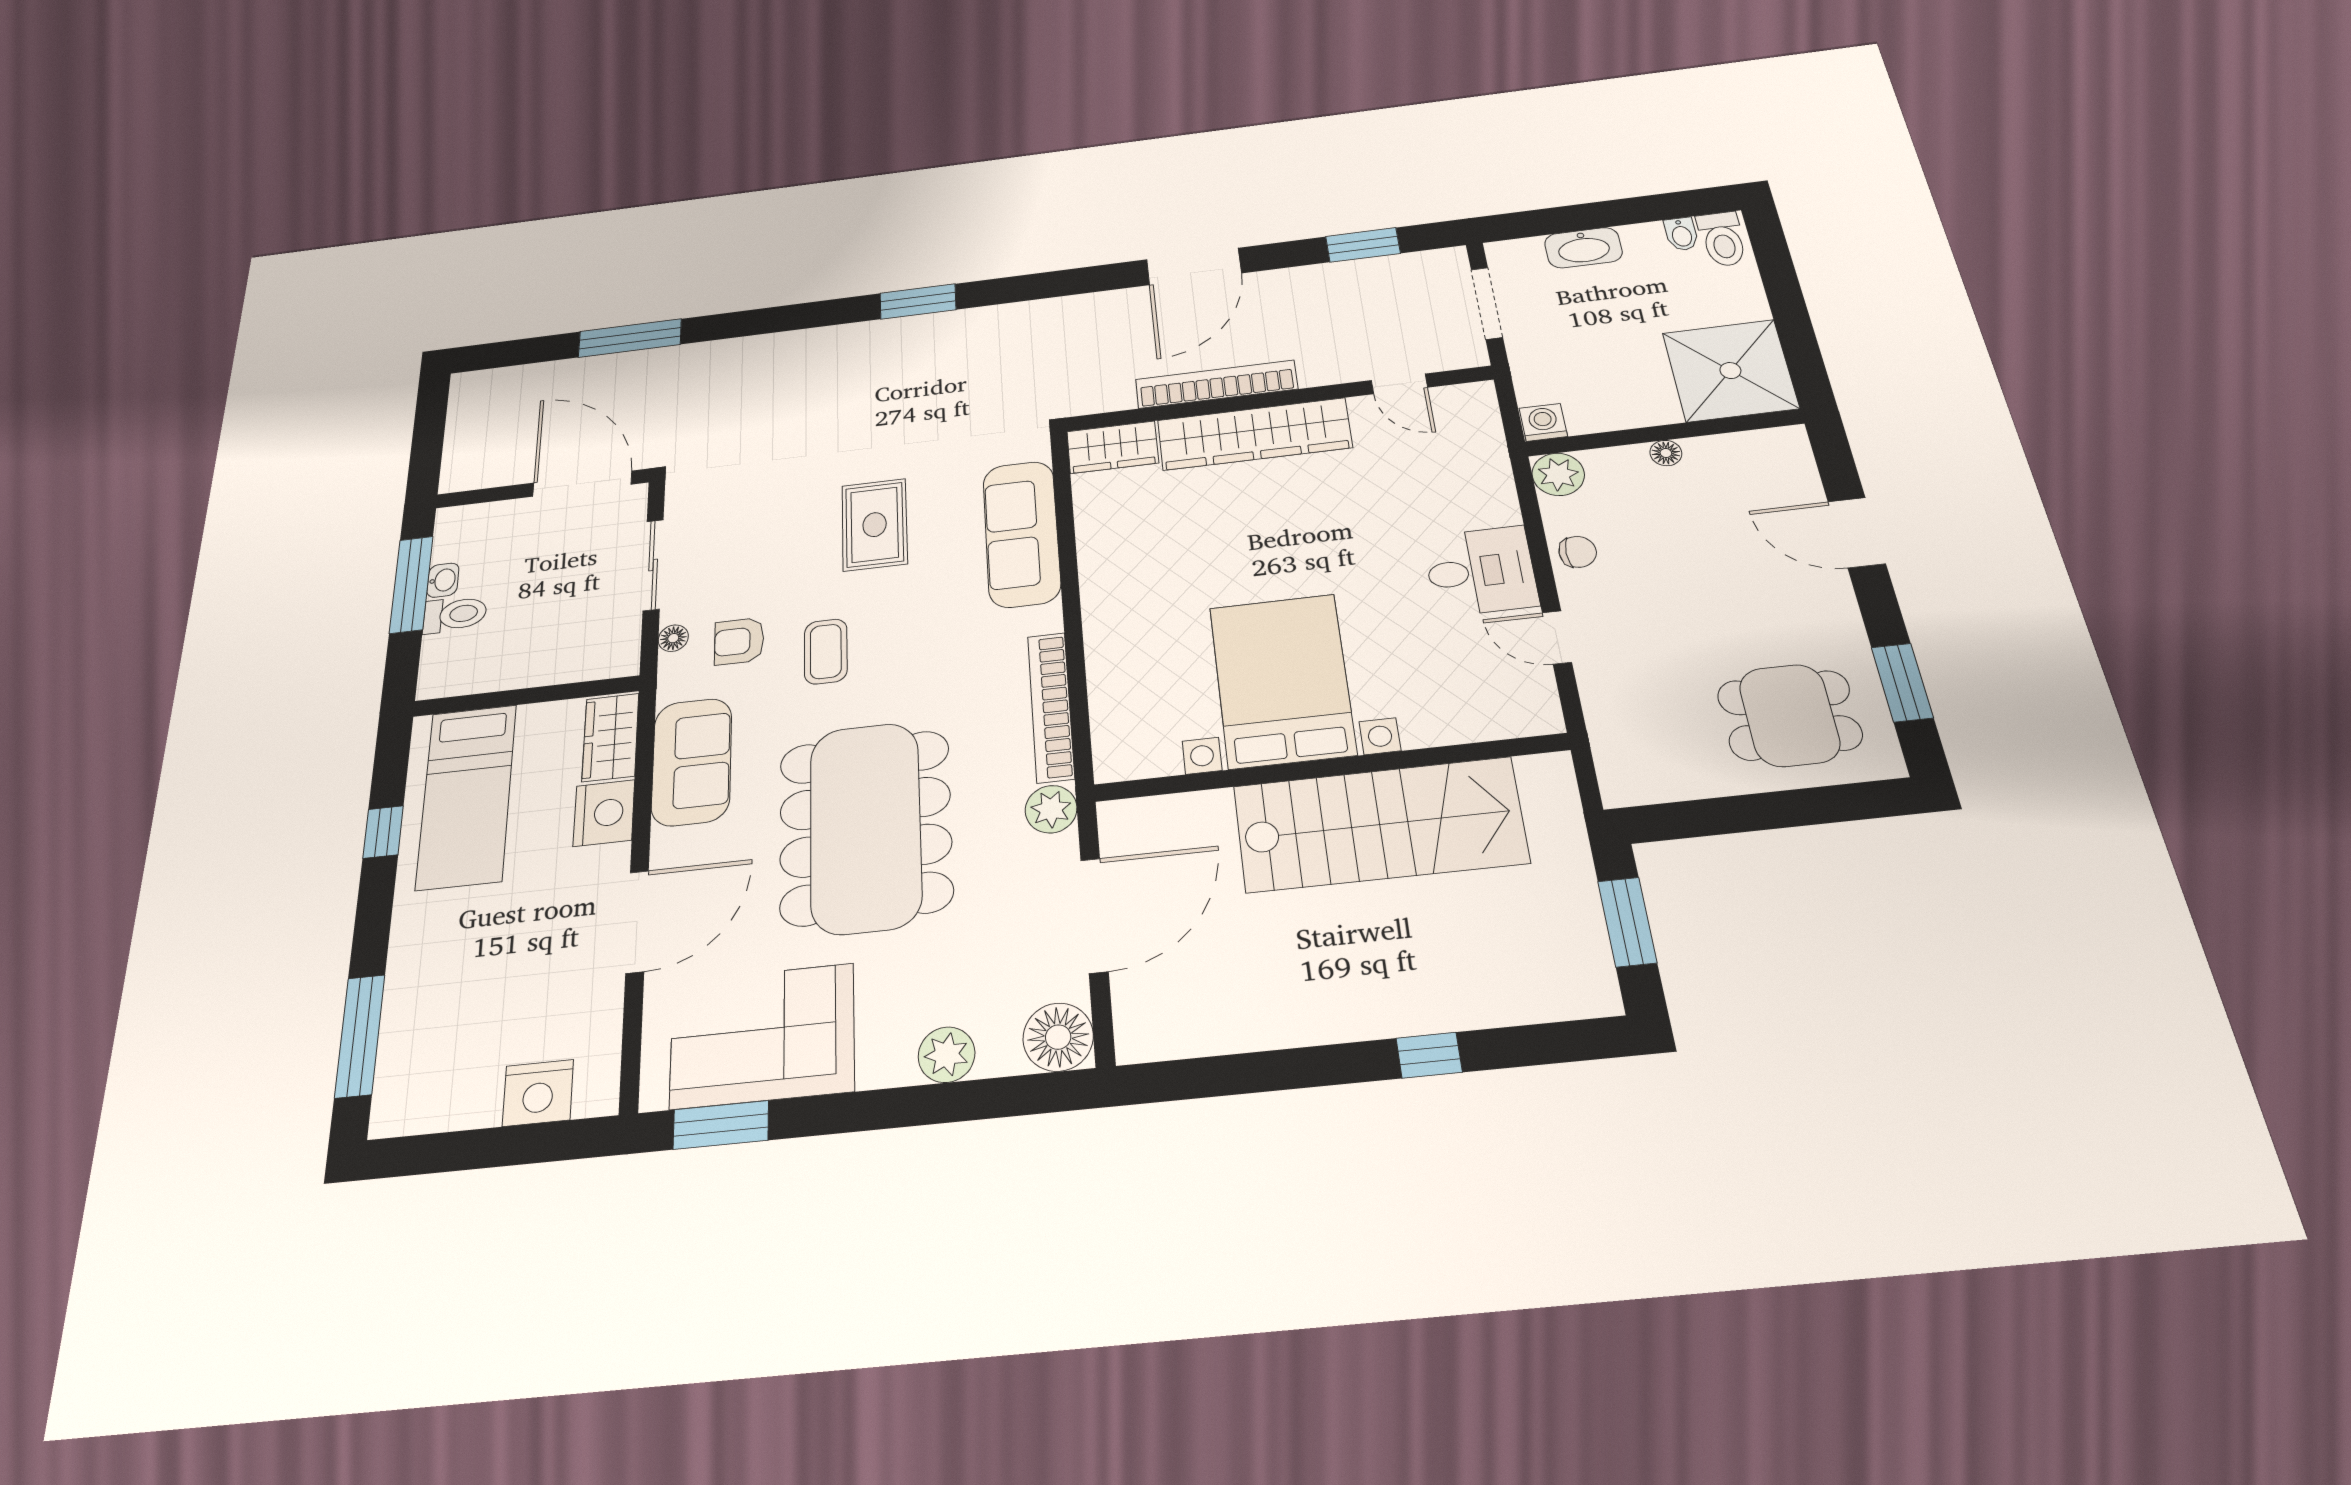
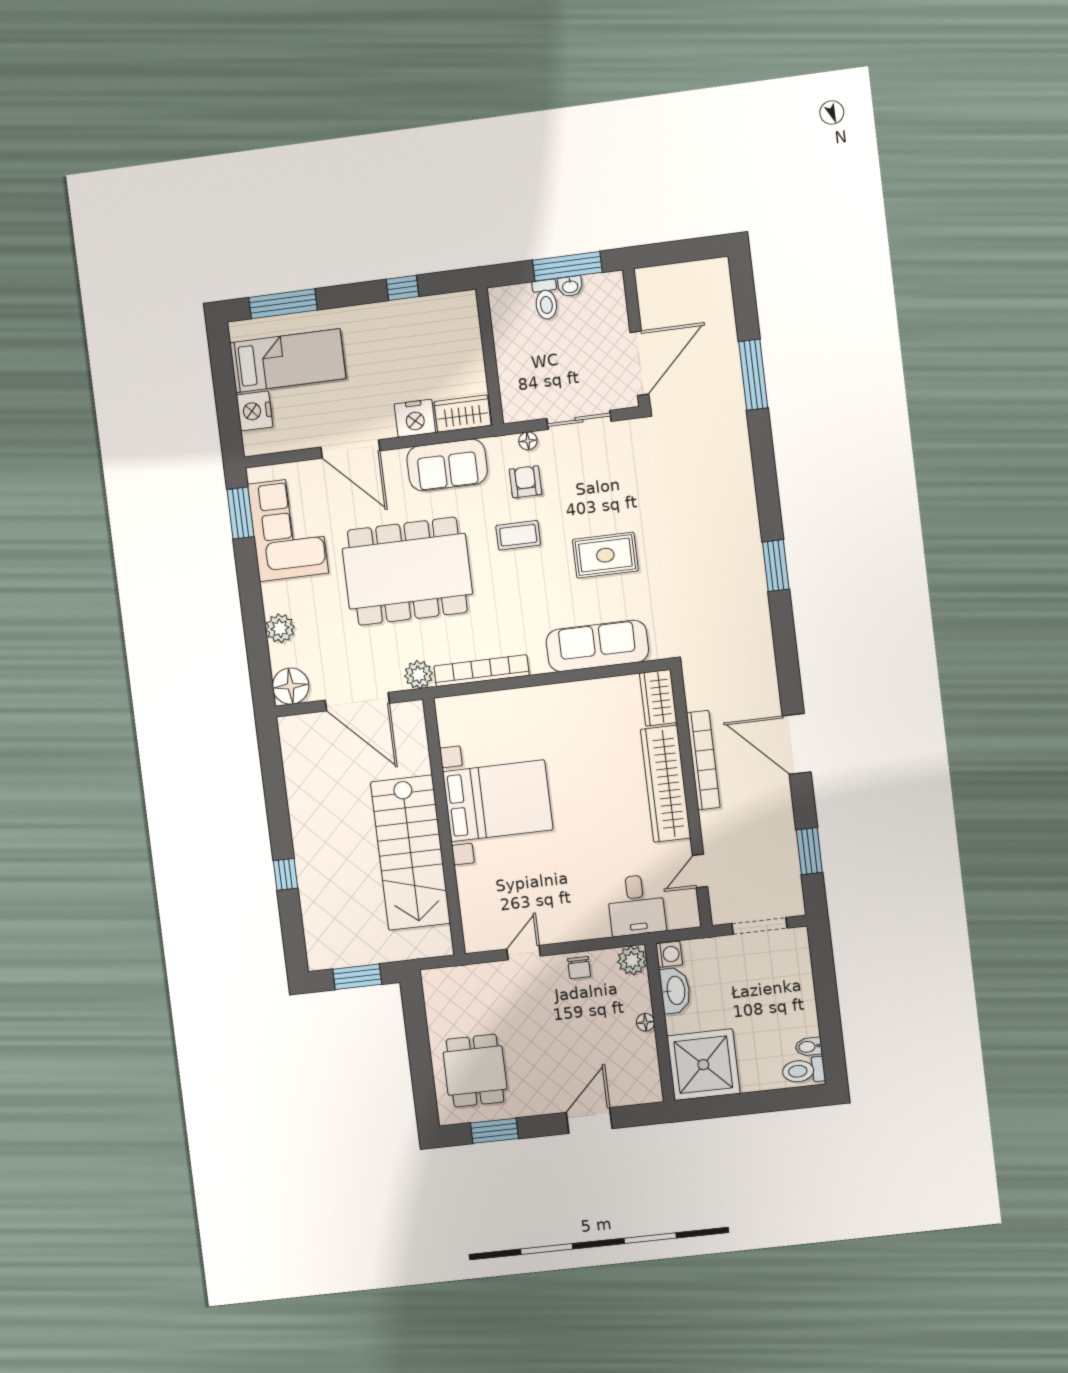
washbasin: (1583, 248) -> (675, 991), moved, turned 180
desk: (1481, 571) -> (636, 905), moved
bed: (467, 796) -> (288, 361), moved, turned 180

